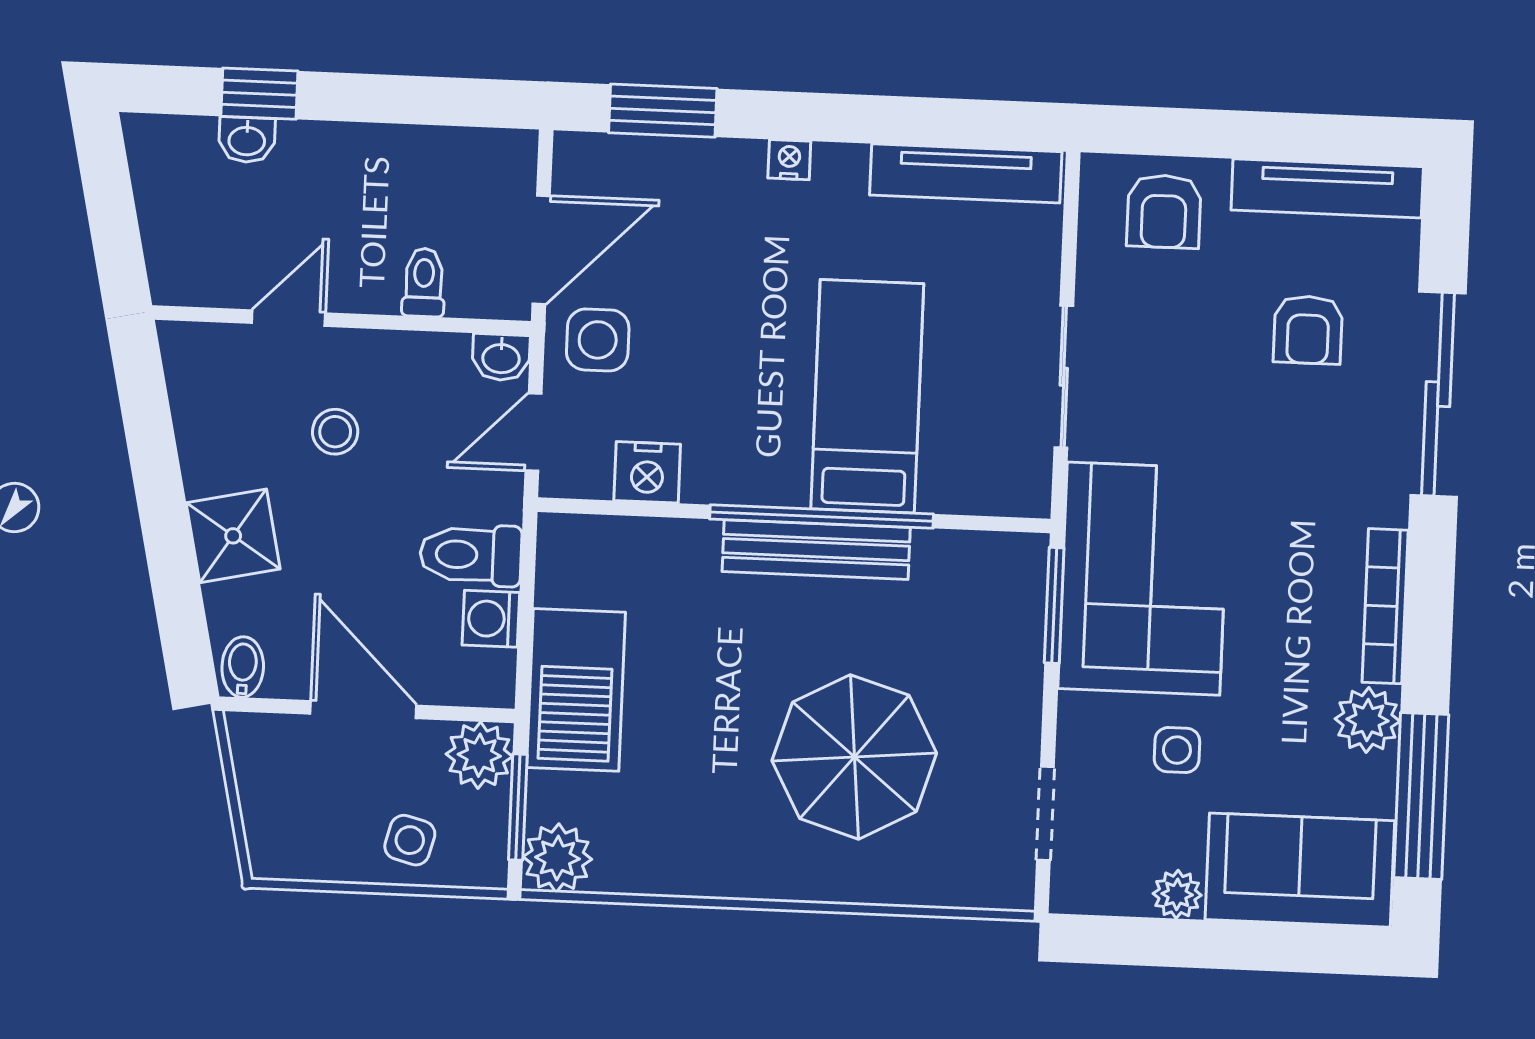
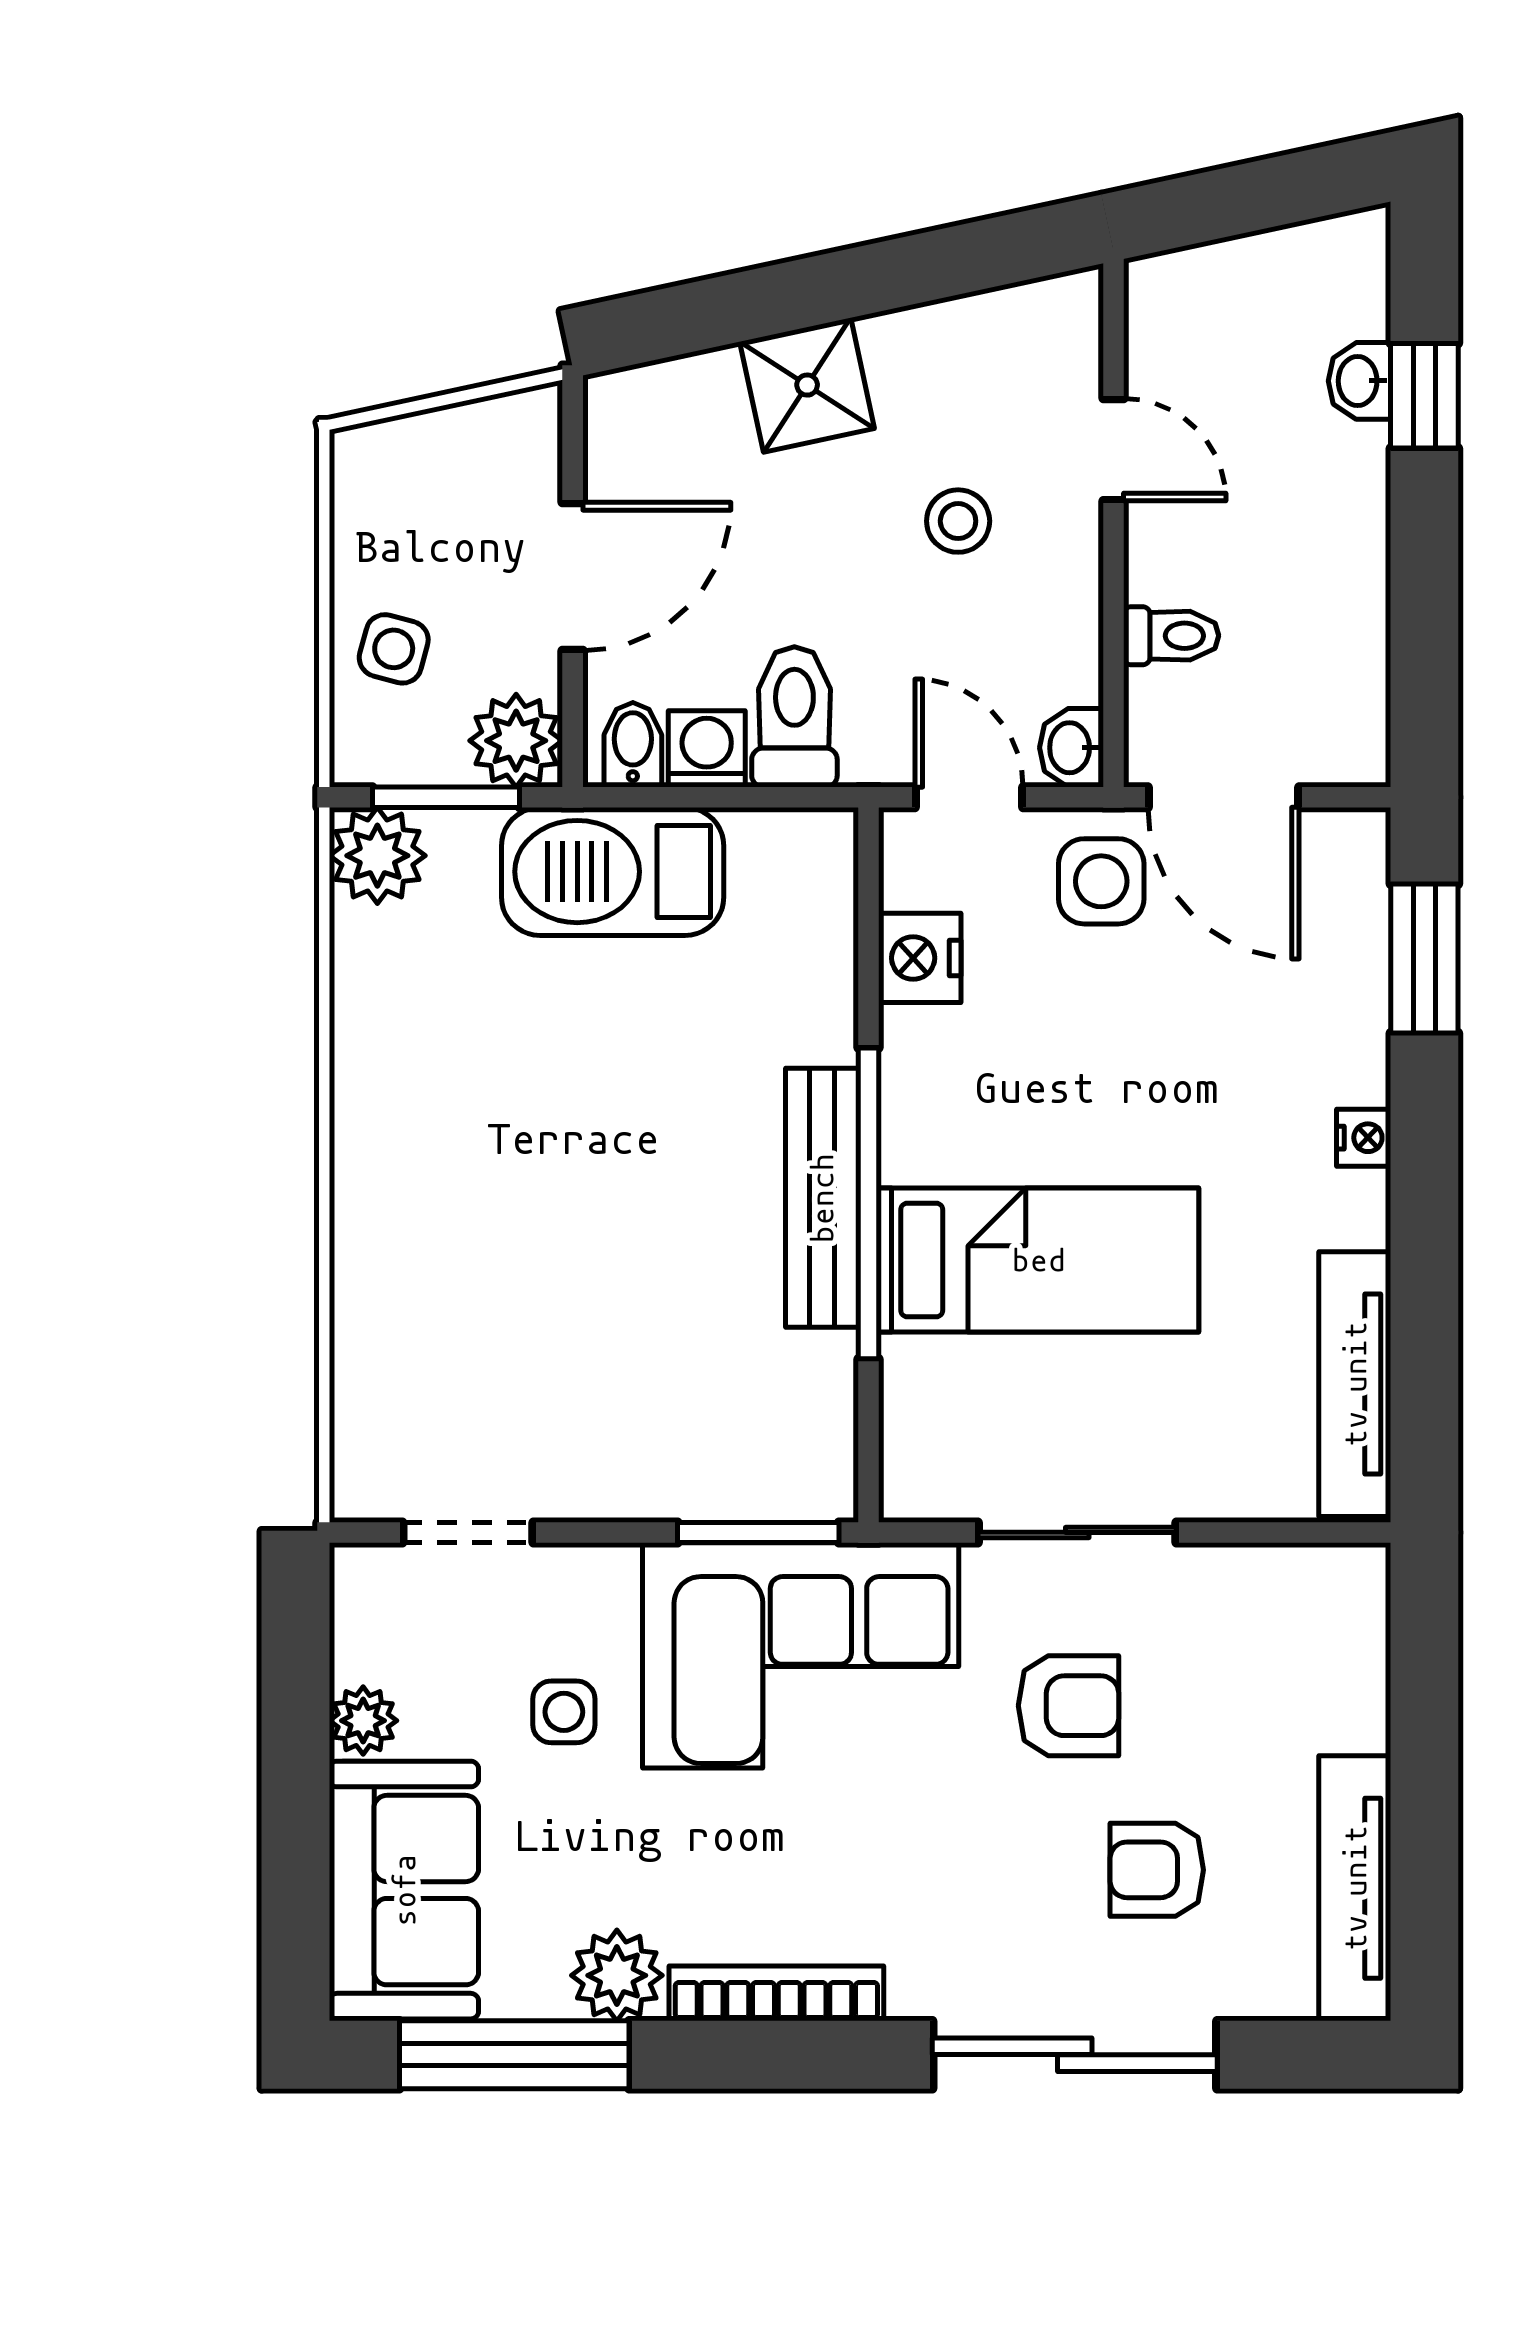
armchair: (1164, 211) -> (1068, 1706), moved, turned 180
bidet: (243, 667) -> (633, 745), moved, turned -90
parasol: (854, 757) -> (536, 1263), removed

